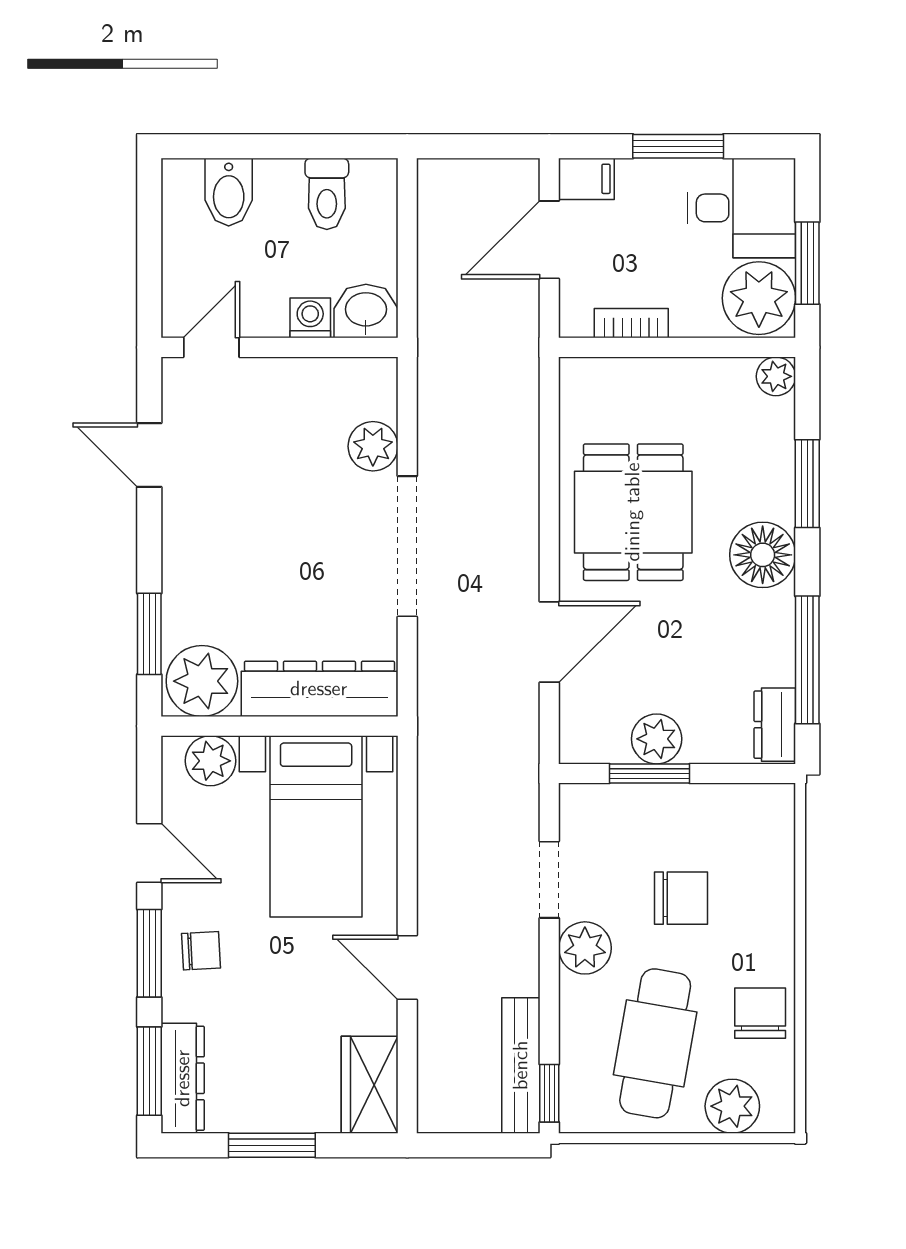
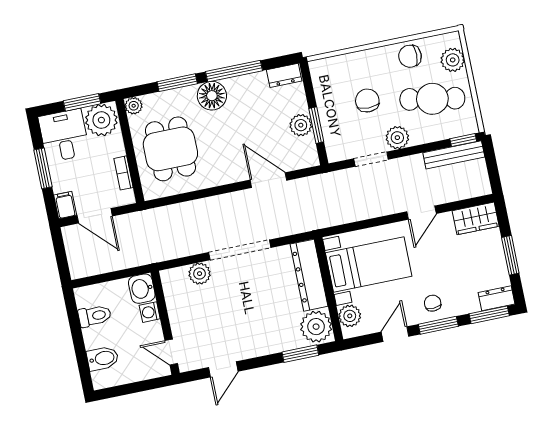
dining table: (633, 512) -> (170, 149), moved, turned 90
window: (807, 660) -> (234, 71), moved
dresser: (183, 1078) -> (497, 298), width x0.70

